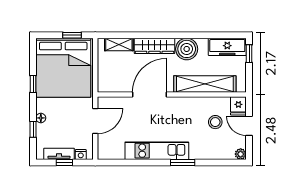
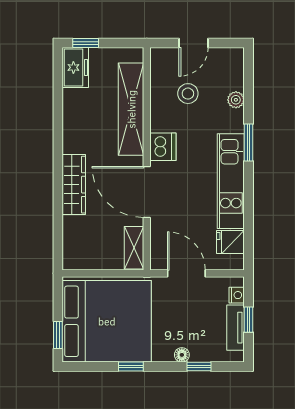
window: (72, 35) -> (58, 335), moved
shelving: (119, 45) -> (134, 248), moved
freezer: (227, 47) -> (75, 67), width x0.71
boiler: (187, 49) -> (79, 136), removed
dishwasher: (180, 105) -> (163, 147), added
fridge: (238, 106) -> (230, 242), moved, turned 180
plant: (241, 154) -> (236, 100), moved

